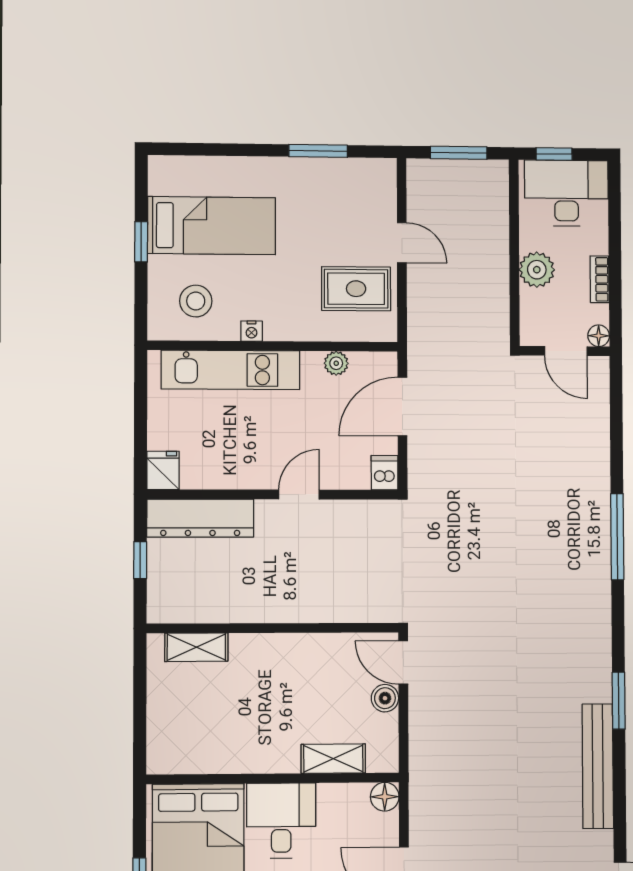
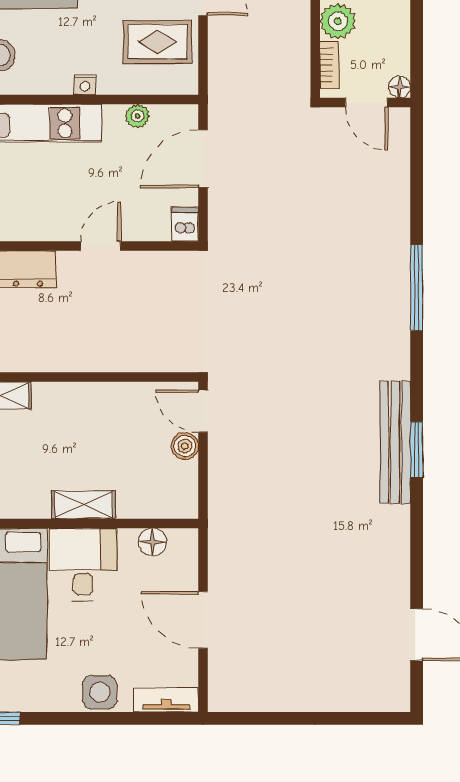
bookcase: (600, 279) -> (329, 65), moved, turned 180
nightstand: (252, 331) -> (85, 85), moved
shelving: (333, 759) -> (84, 505), moved
bench: (598, 766) -> (395, 442), moved
floor lamp: (385, 797) -> (152, 542), moved

